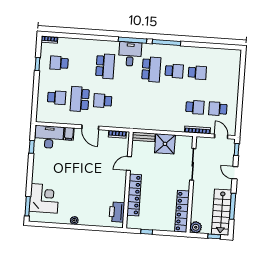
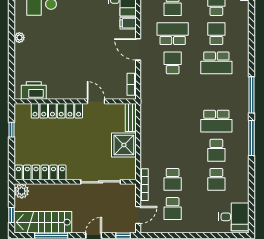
desk: (130, 54) -> (234, 217), moved
school desk: (82, 65) -> (216, 34), added
school desk: (218, 109) -> (173, 209), turned 180
door: (90, 127) -> (138, 49), hinge flipped

